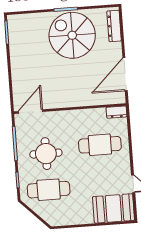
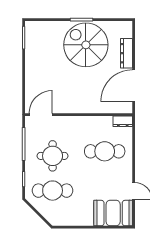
dresser: (114, 26) -> (126, 53), moved

